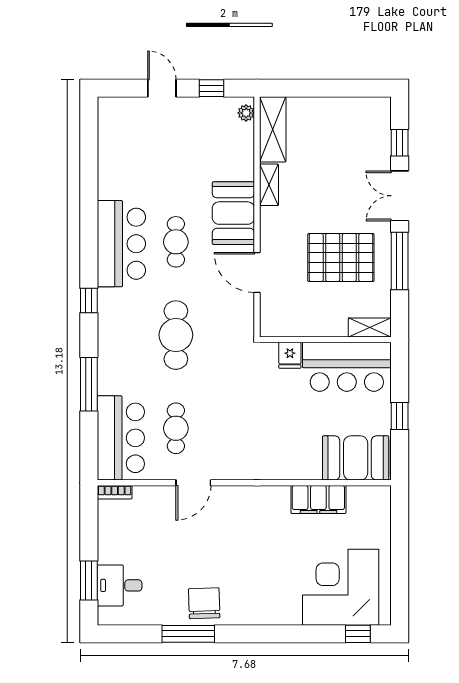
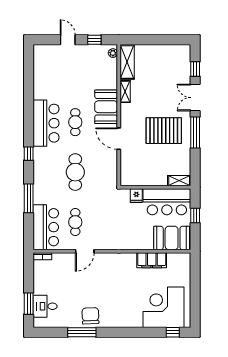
shelving: (370, 327) -> (179, 181), moved
wall: (325, 340) -> (155, 187), moved
fridge: (290, 355) -> (136, 196), moved
bar counter: (347, 367) -> (167, 202), moved

